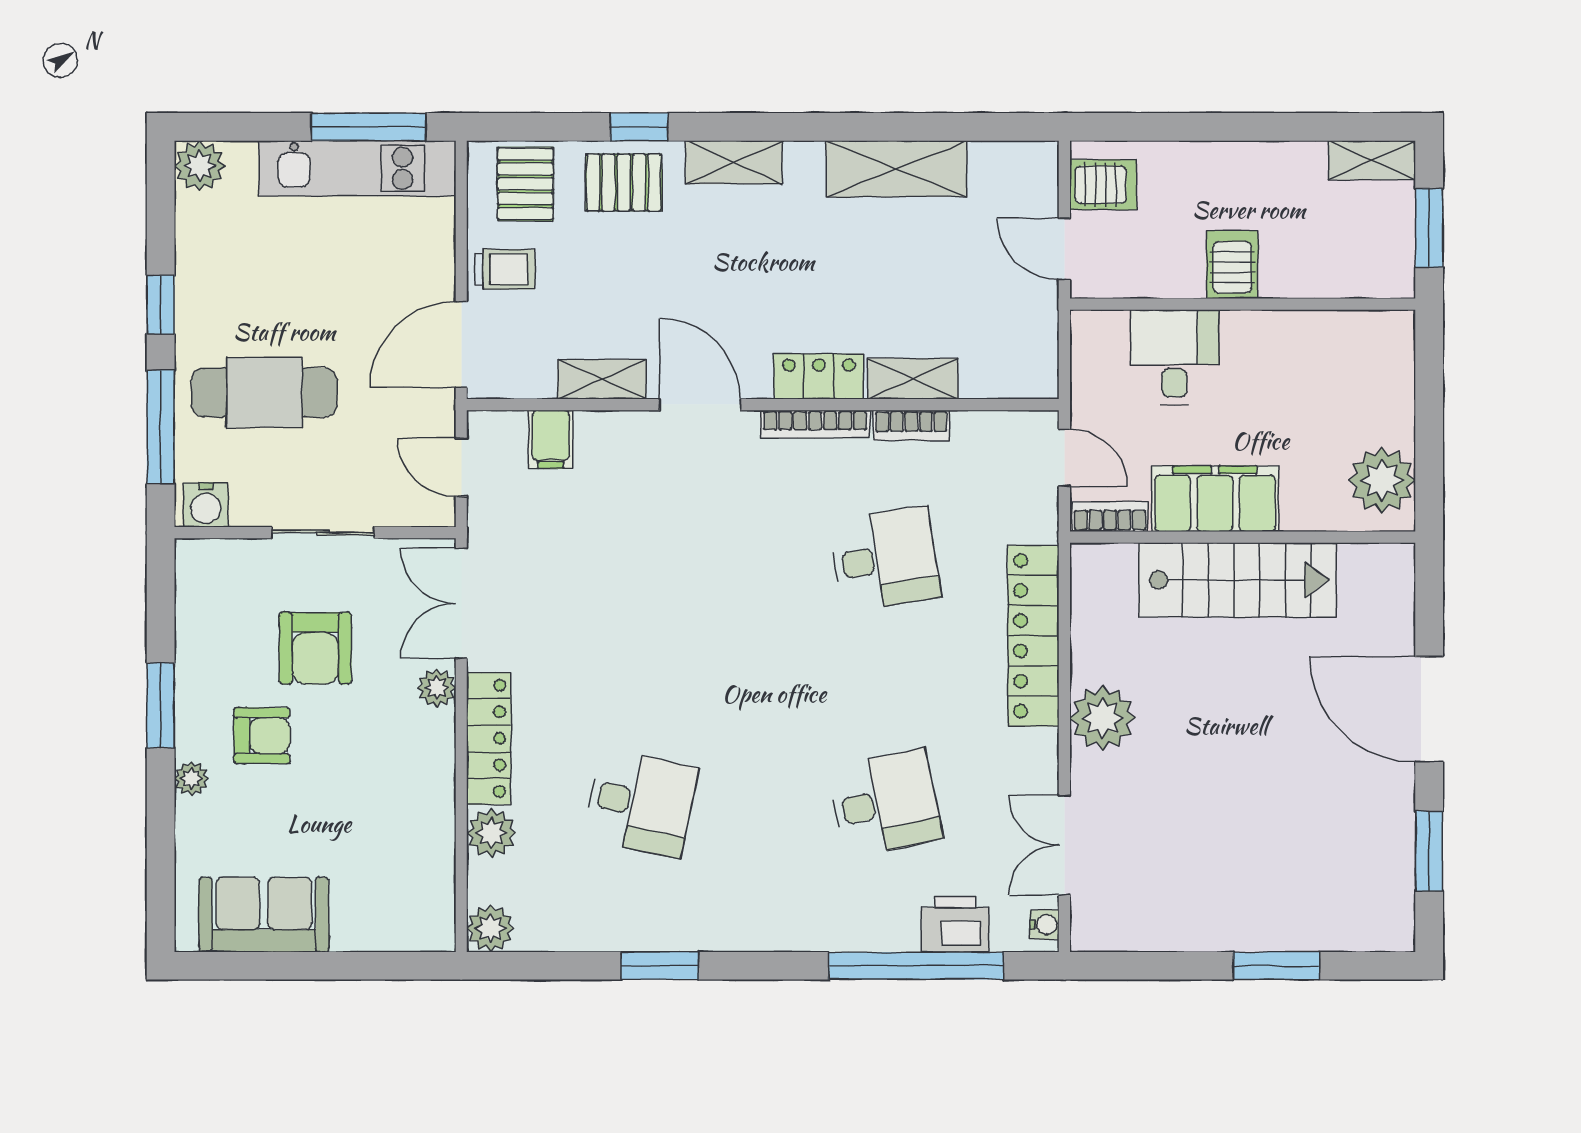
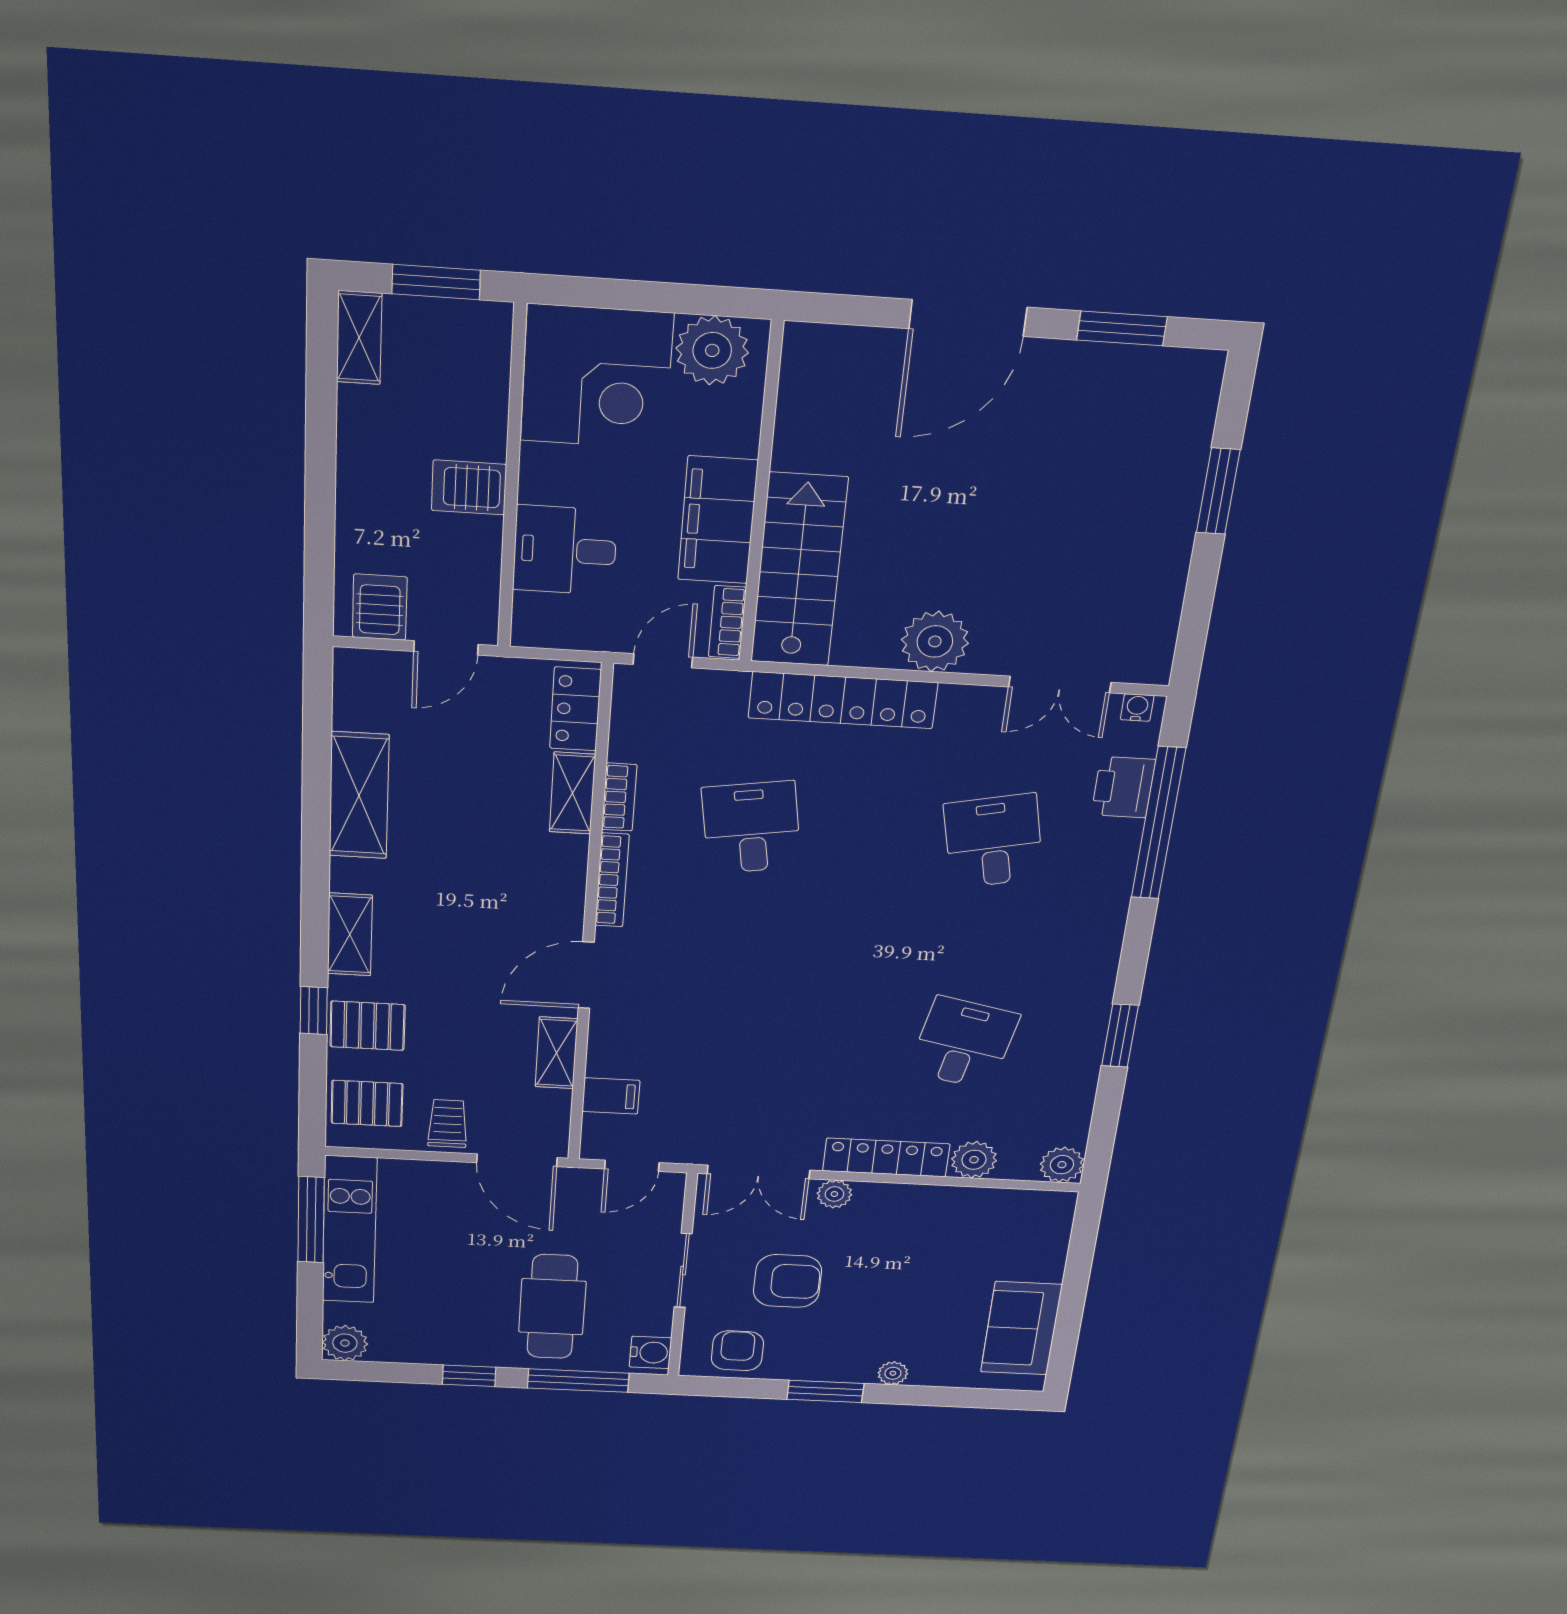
pallet: (624, 182) -> (367, 1026), turned 90
locker: (819, 377) -> (575, 709), moved
corner desk: (1349, 377) -> (597, 377), added
stairs: (1238, 580) -> (799, 570), moved
armchair: (262, 736) -> (737, 1351), moved

